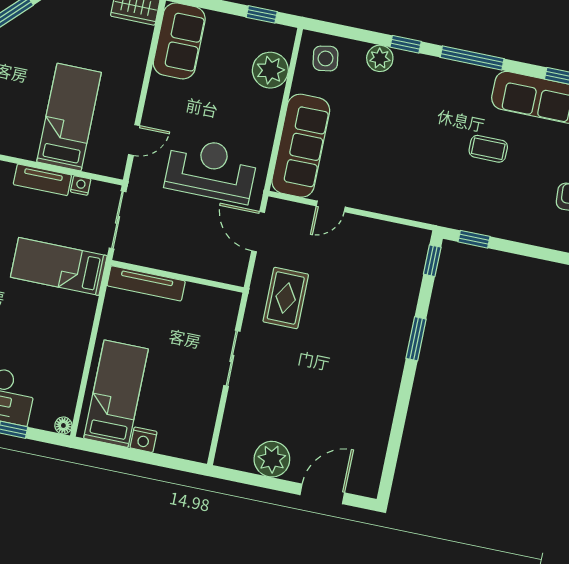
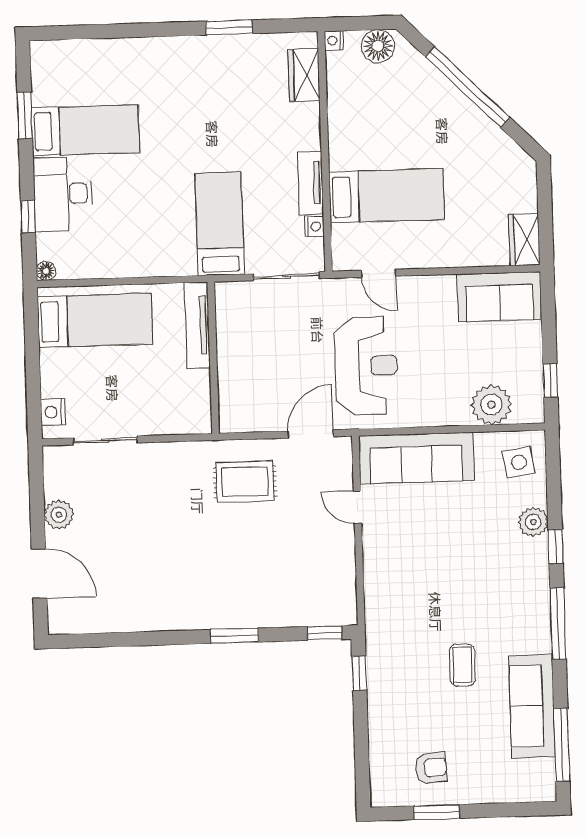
wall: (177, 276) -> (213, 358), moved
tv unit: (146, 283) -> (197, 325), moved
sliding door: (232, 358) -> (105, 440), moved
nightstand: (144, 440) -> (53, 412), moved
plant: (272, 459) -> (59, 515), width x0.73, depth x0.73

